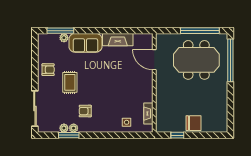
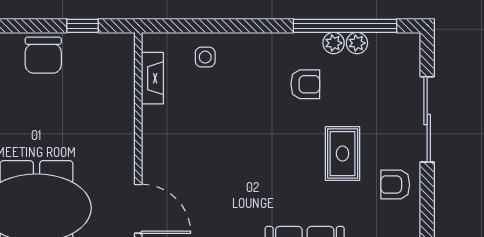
sliding door: (35, 108) -> (427, 119), moved
chair: (194, 123) -> (43, 55), turned -90
window: (69, 135) -> (345, 26), width x2.11

